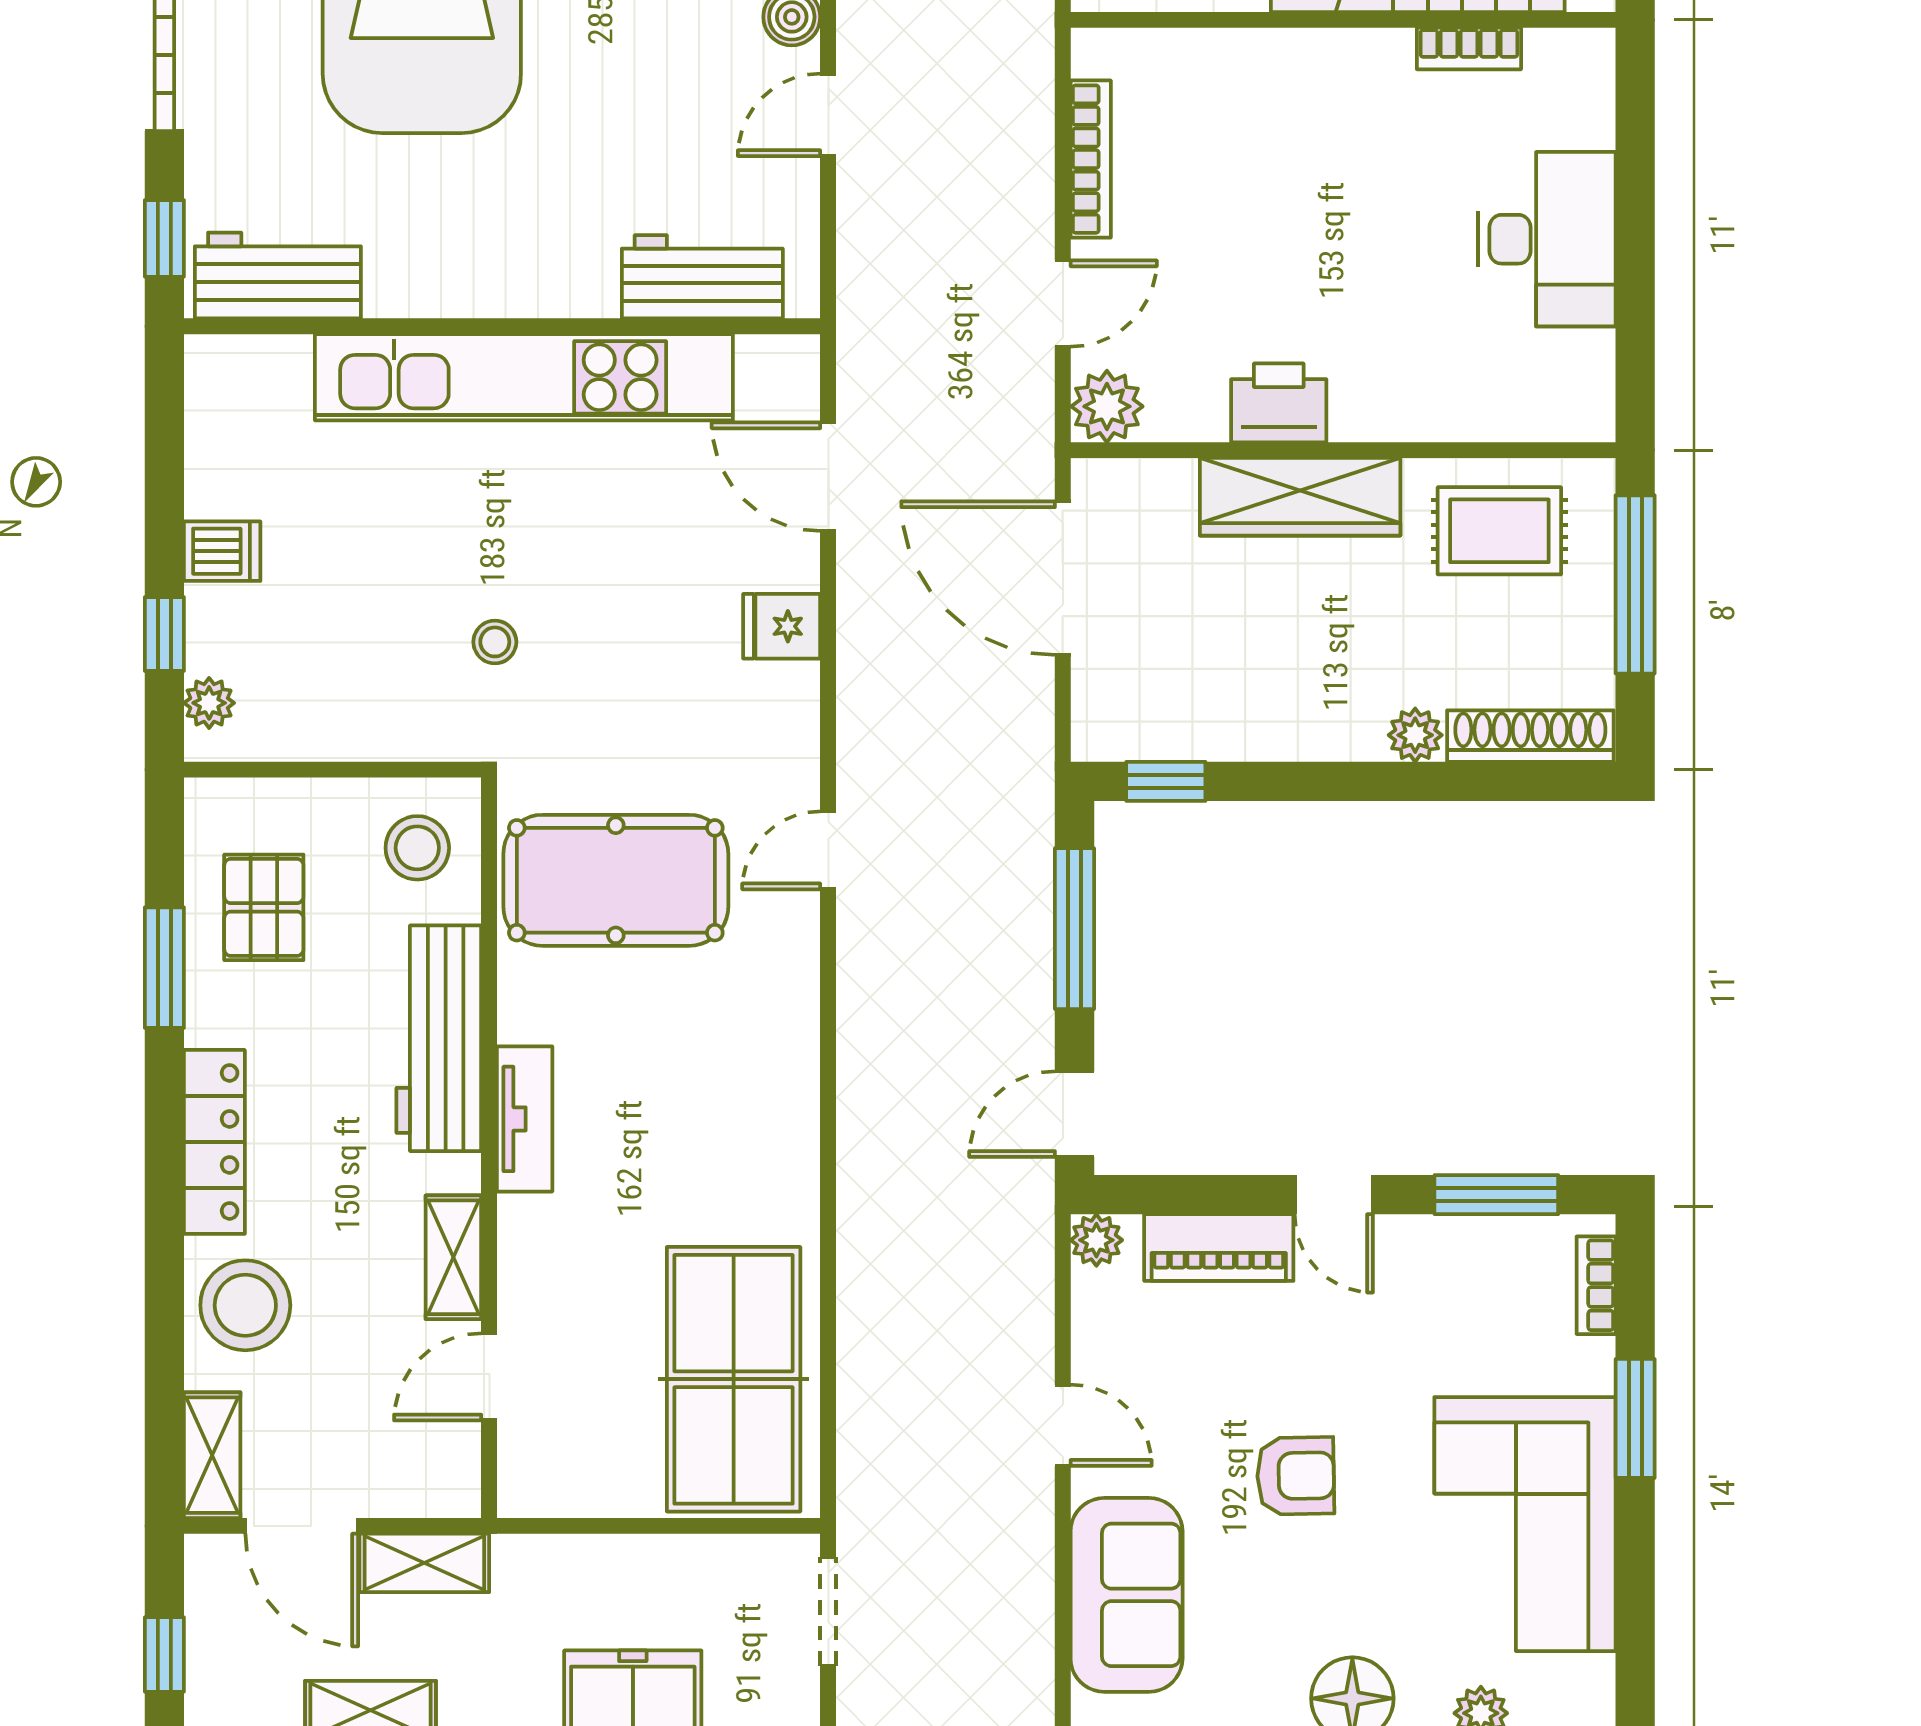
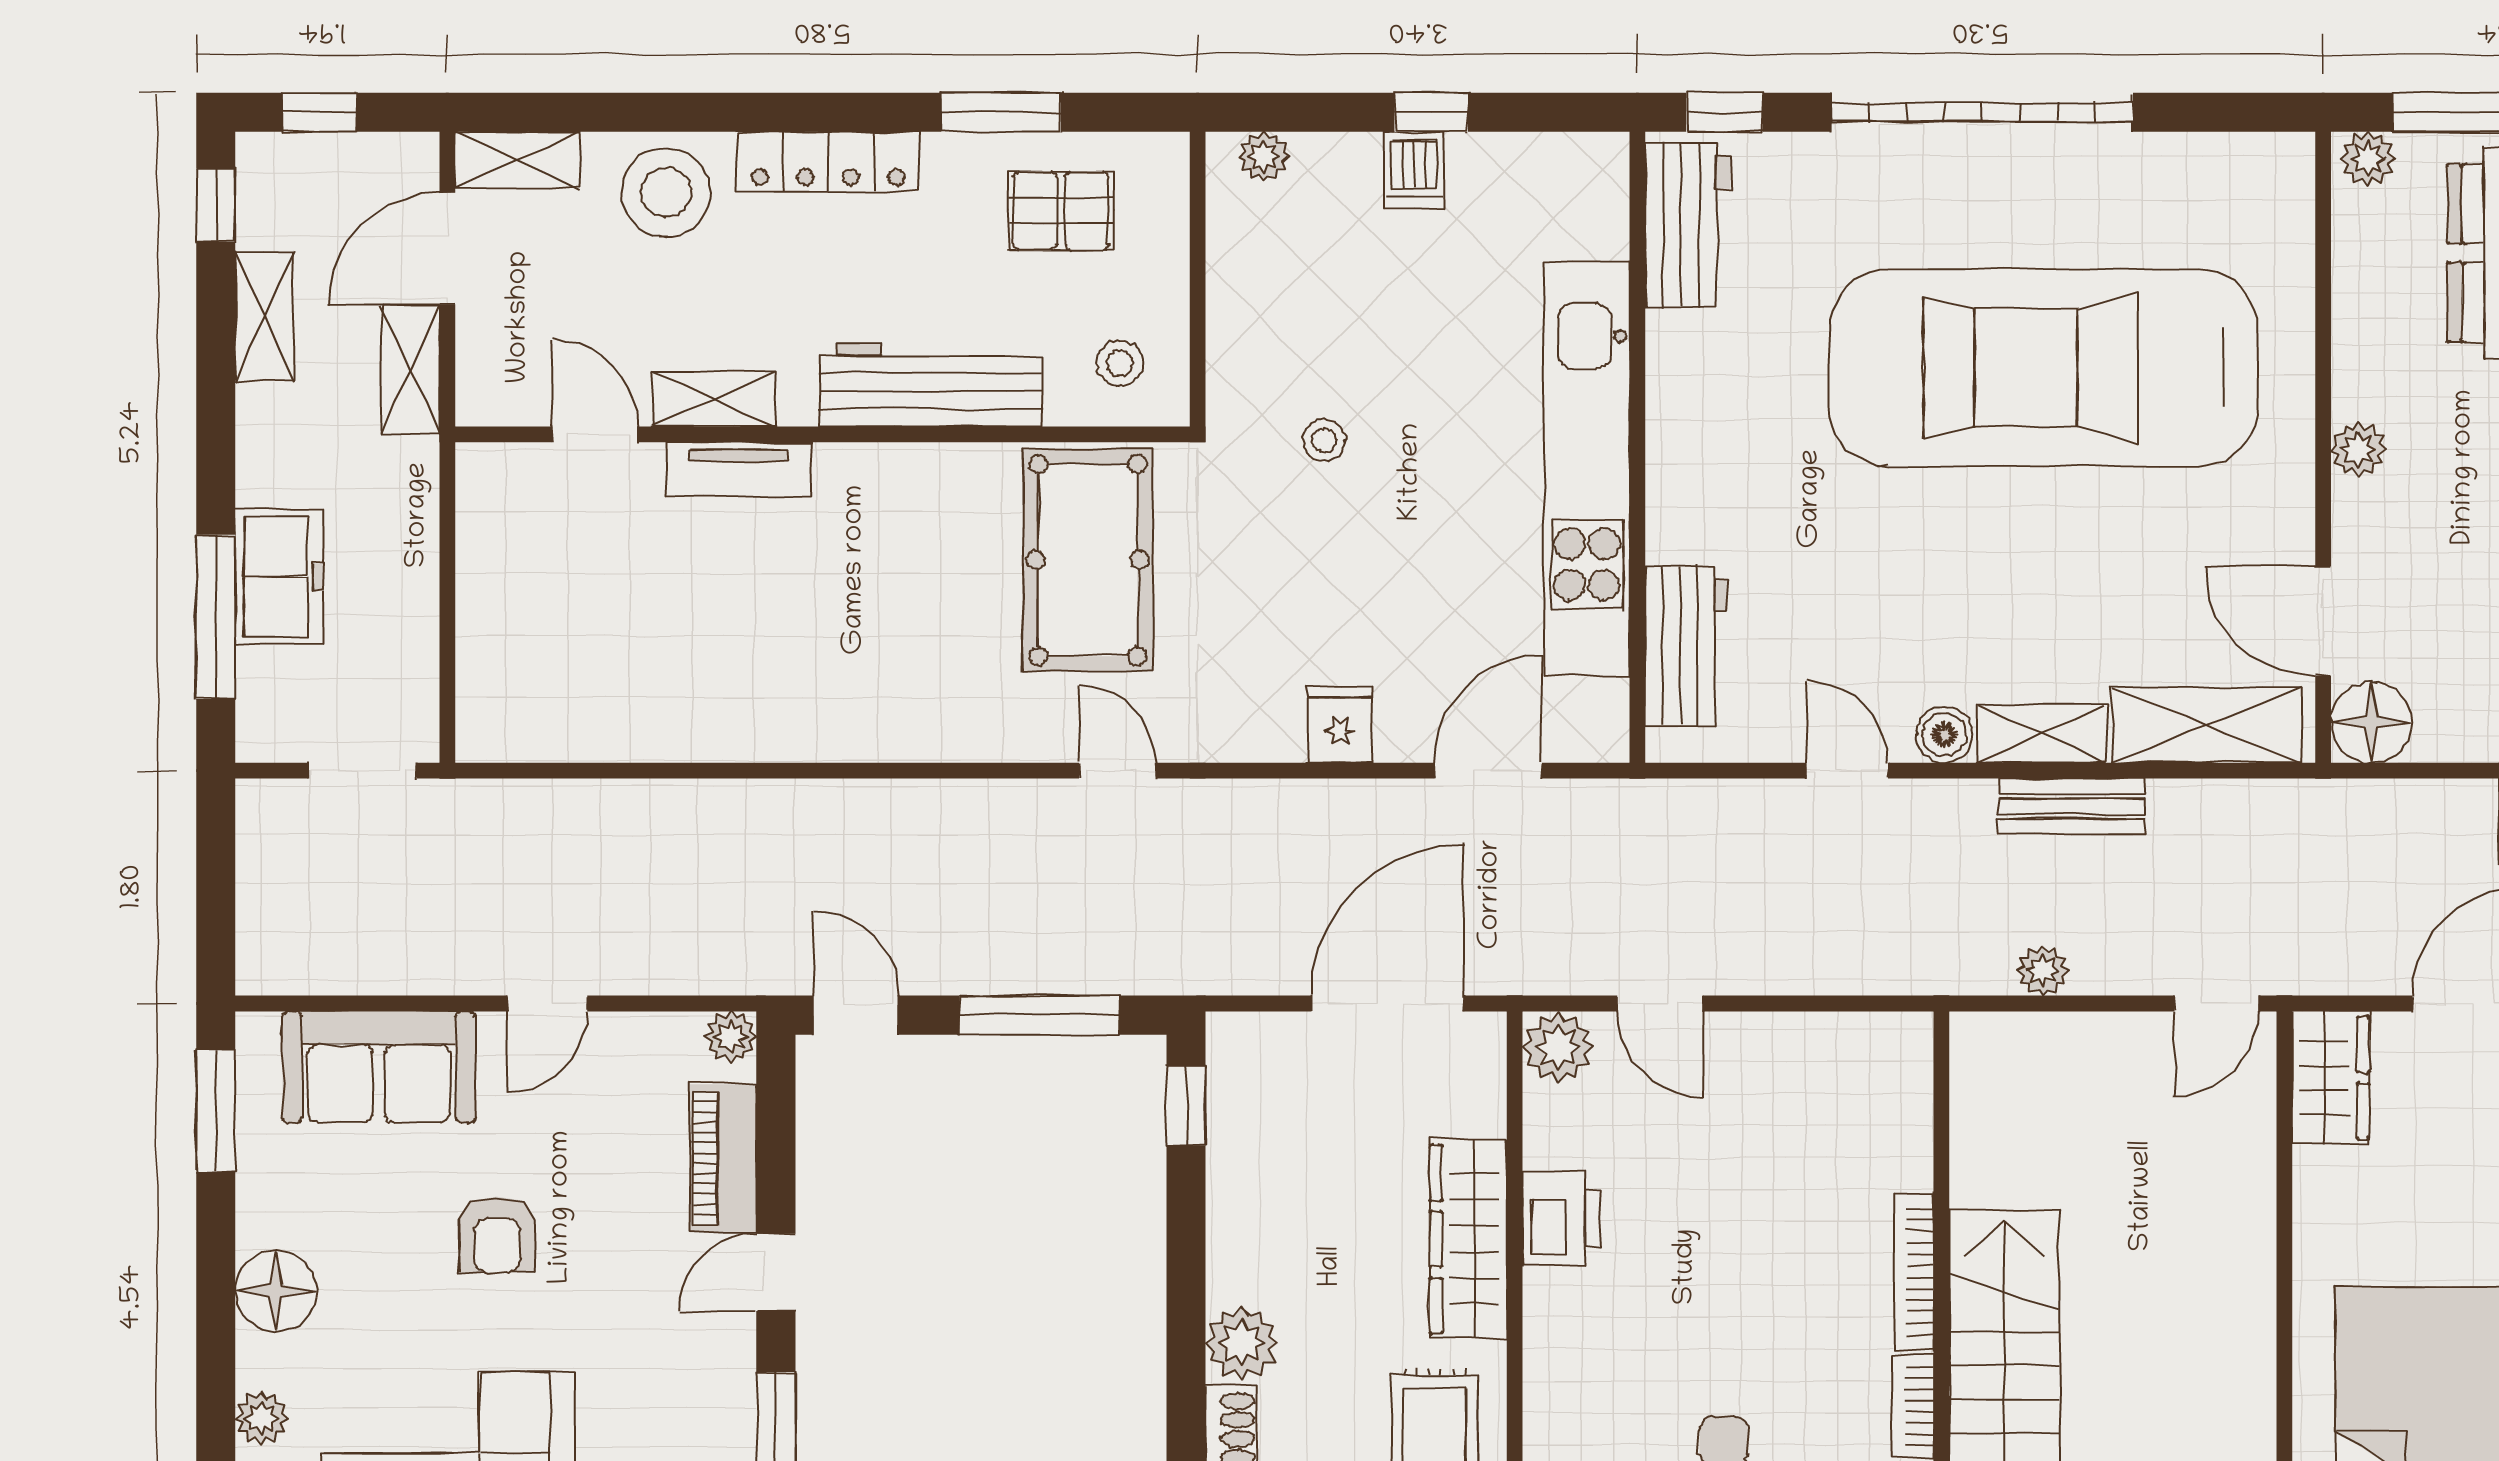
bookcase: (1091, 159) -> (1914, 1272), moved, turned 90
window: (164, 634) -> (1431, 112), moved
plant: (1415, 735) -> (1242, 1343), width x1.38, depth x1.38
stool: (417, 848) -> (1120, 363), width x0.73, depth x0.73
tv unit: (525, 1119) -> (739, 470), moved
table tennis table: (734, 1379) -> (593, 677), removed

